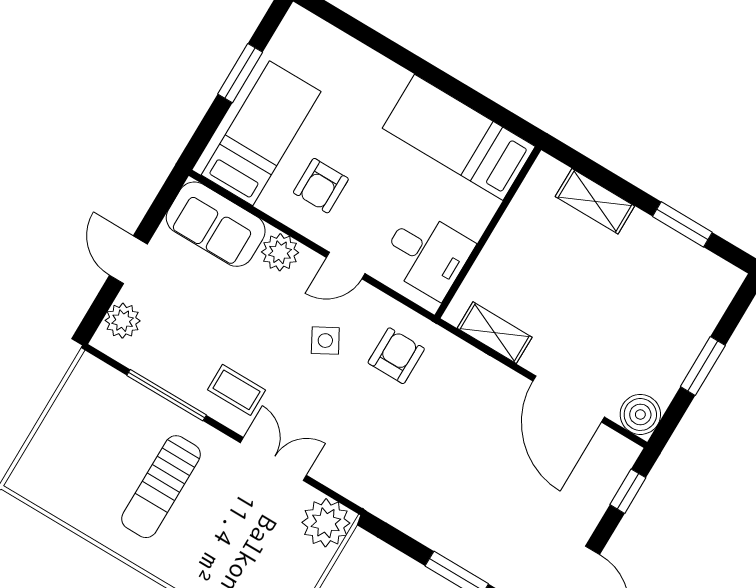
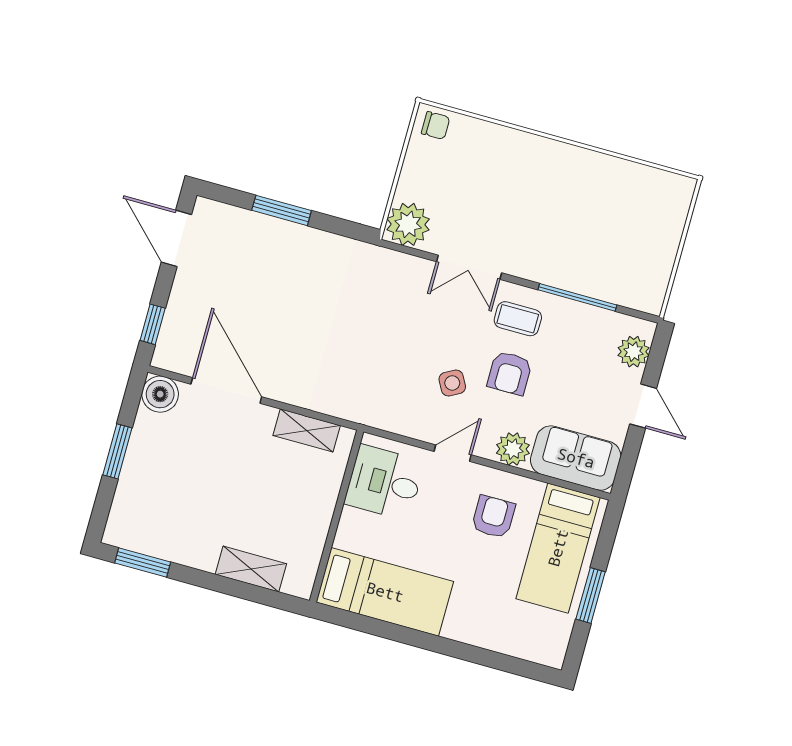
window: (682, 224) -> (143, 563), moved
armchair: (396, 356) -> (510, 373), moved
sun lounger: (161, 487) -> (560, 216), removed

